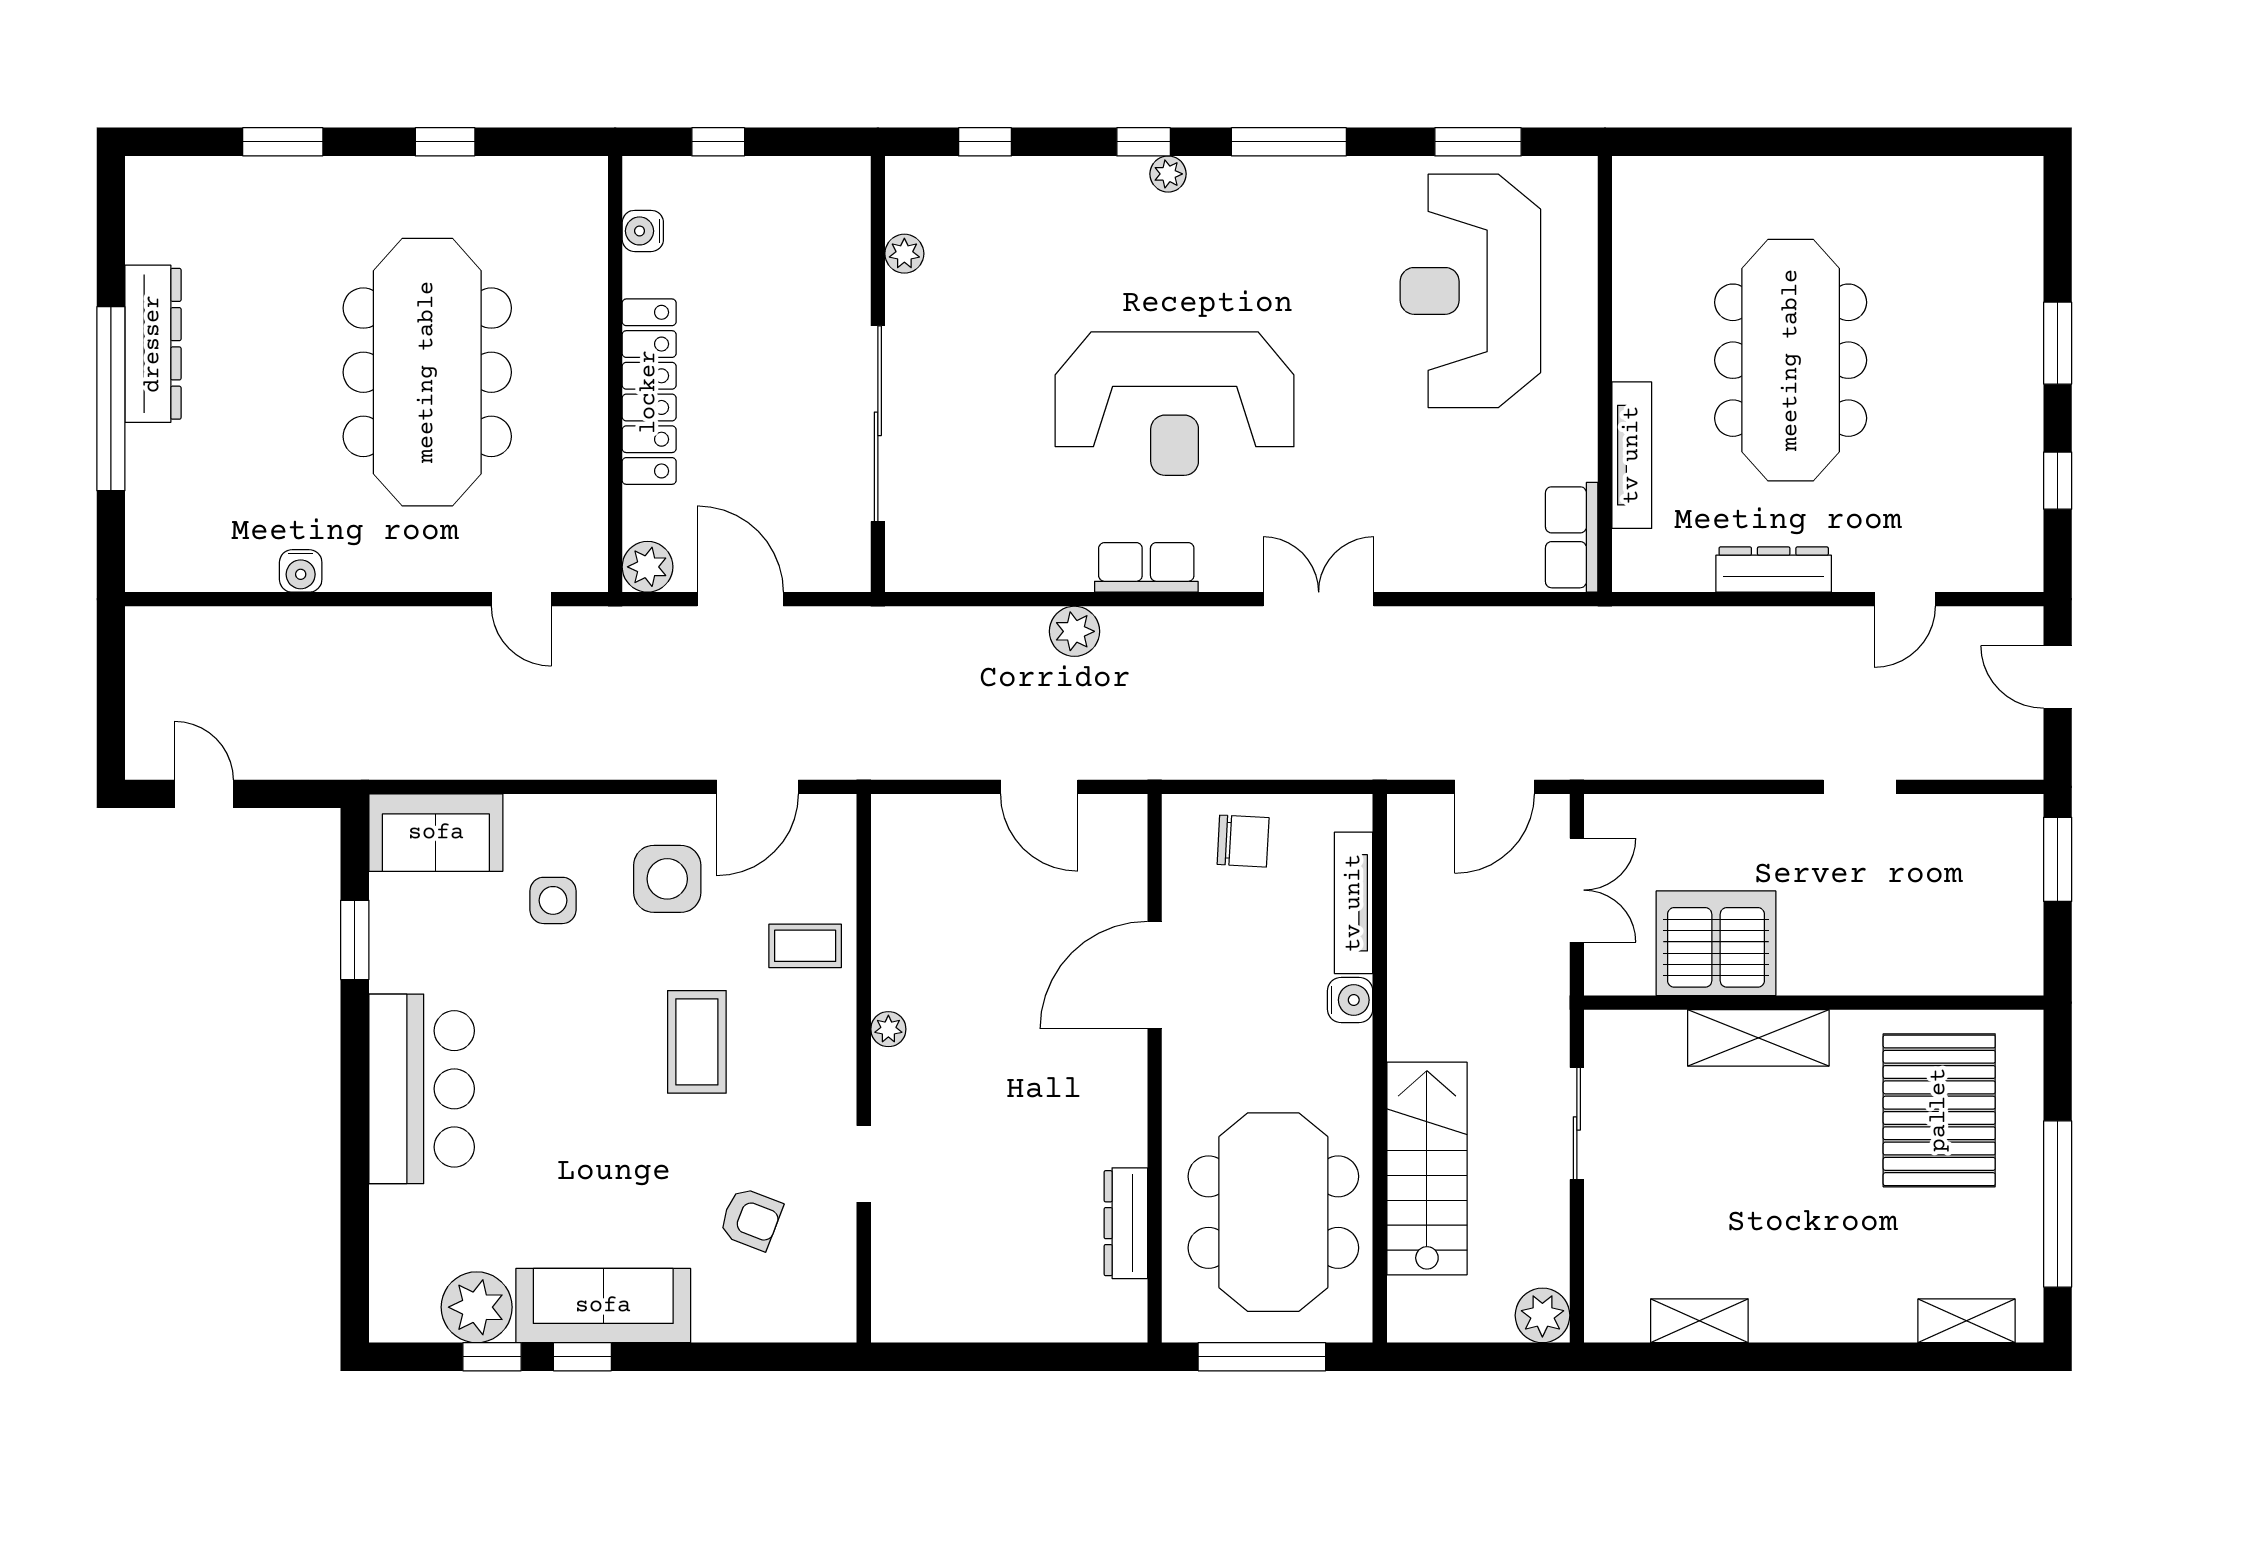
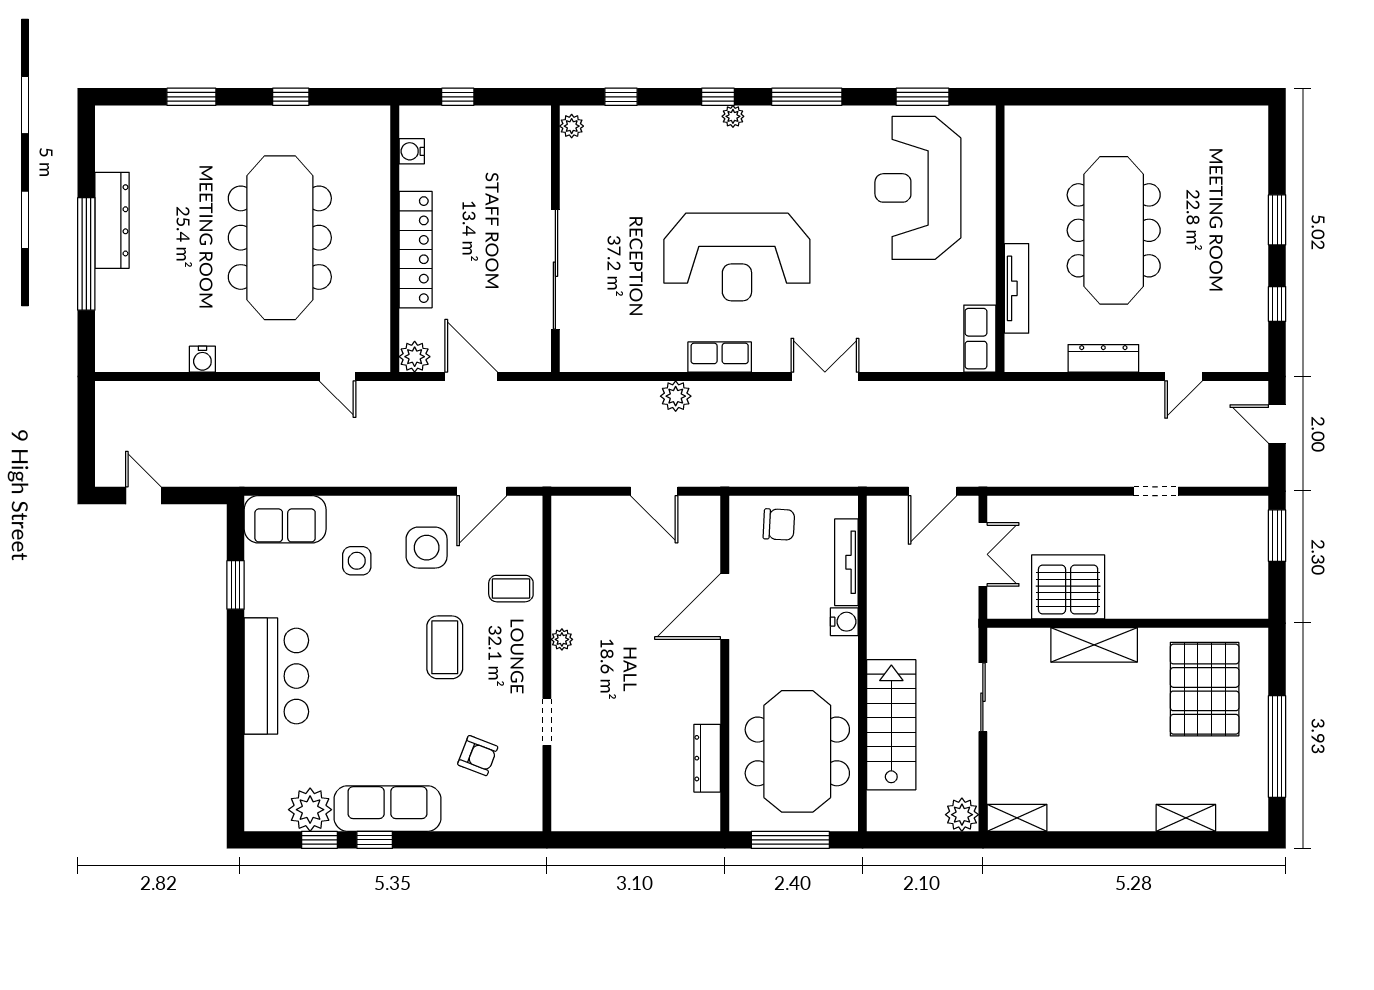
plant: (904, 254) -> (572, 126), moved
shelving: (1699, 1321) -> (1017, 818), moved
shelving: (1967, 1321) -> (1186, 818), moved

